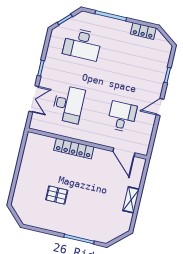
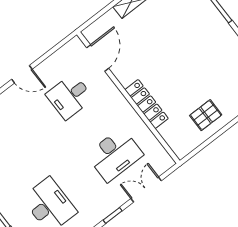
desk: (68, 104) -> (115, 155), turned 180
pallet: (57, 195) -> (206, 115), moved, turned 90

